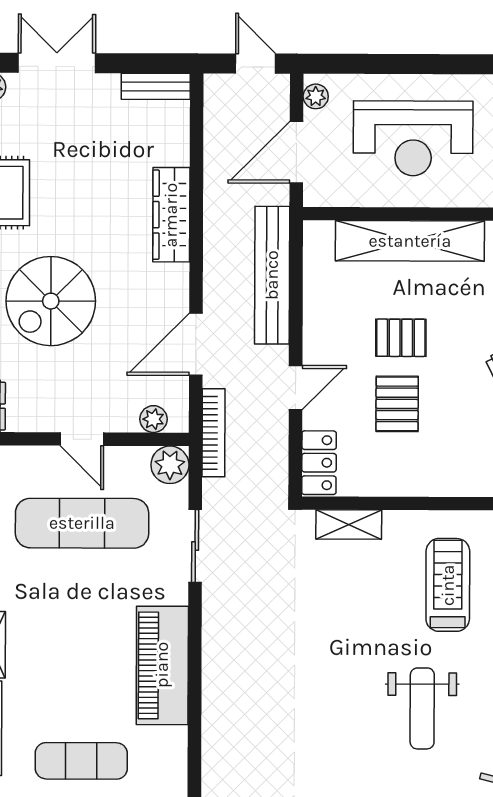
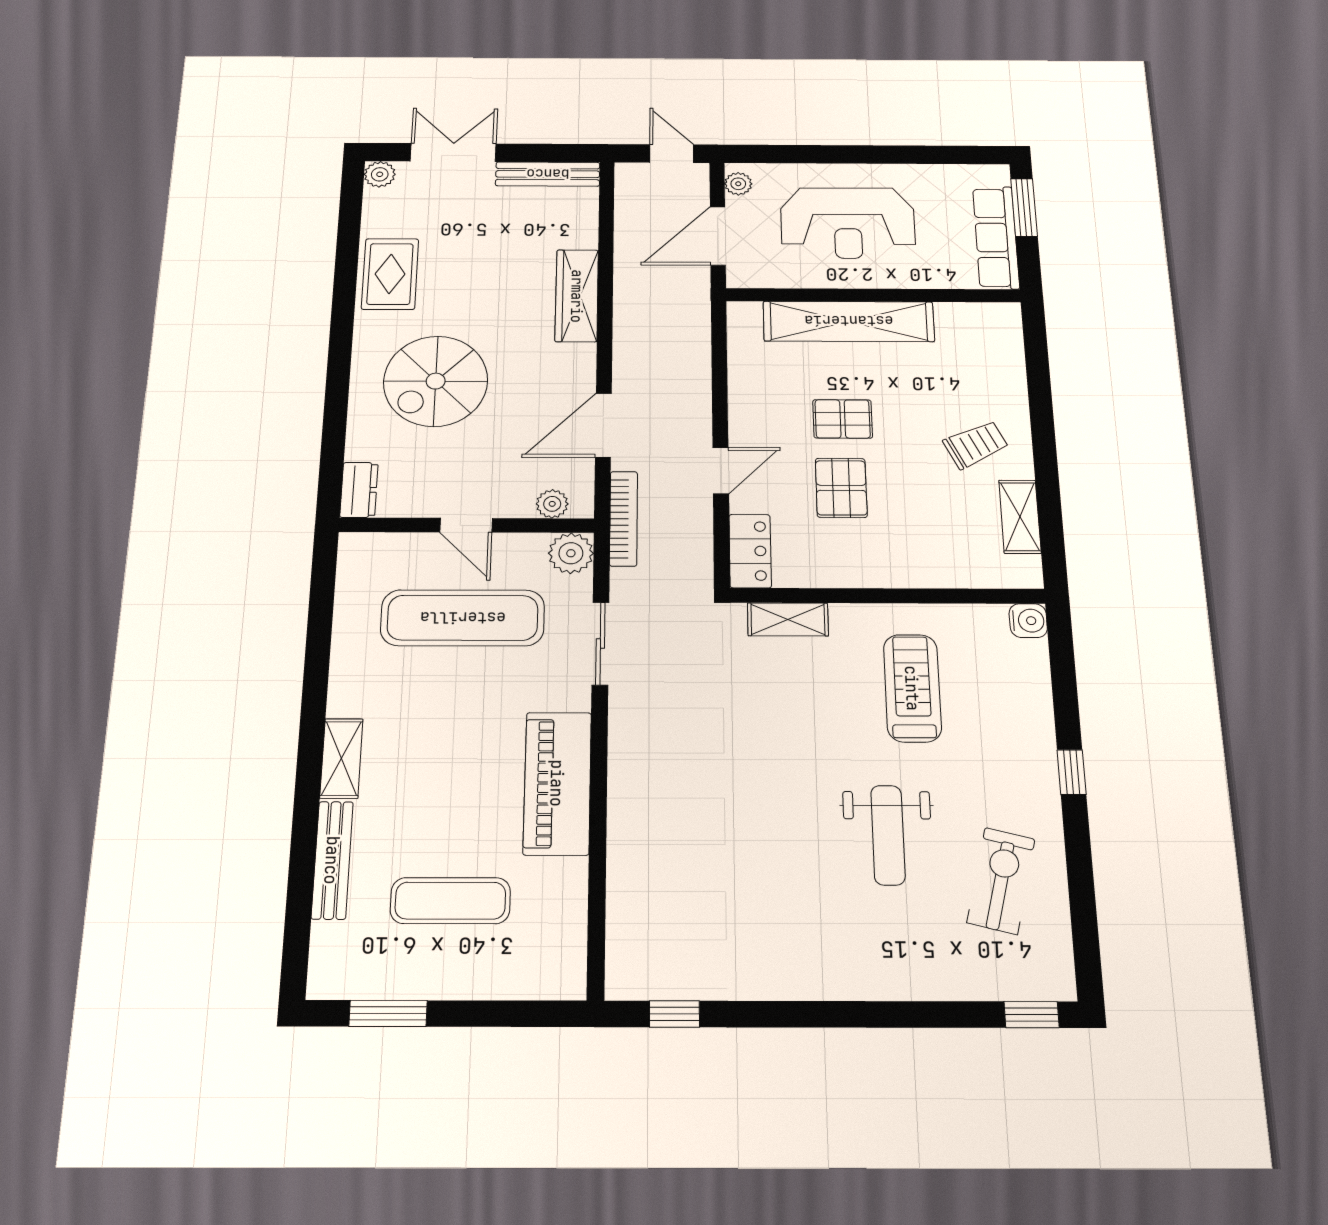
bench: (156, 86) -> (548, 174), width x1.36
bench: (272, 275) -> (692, 355), removed

